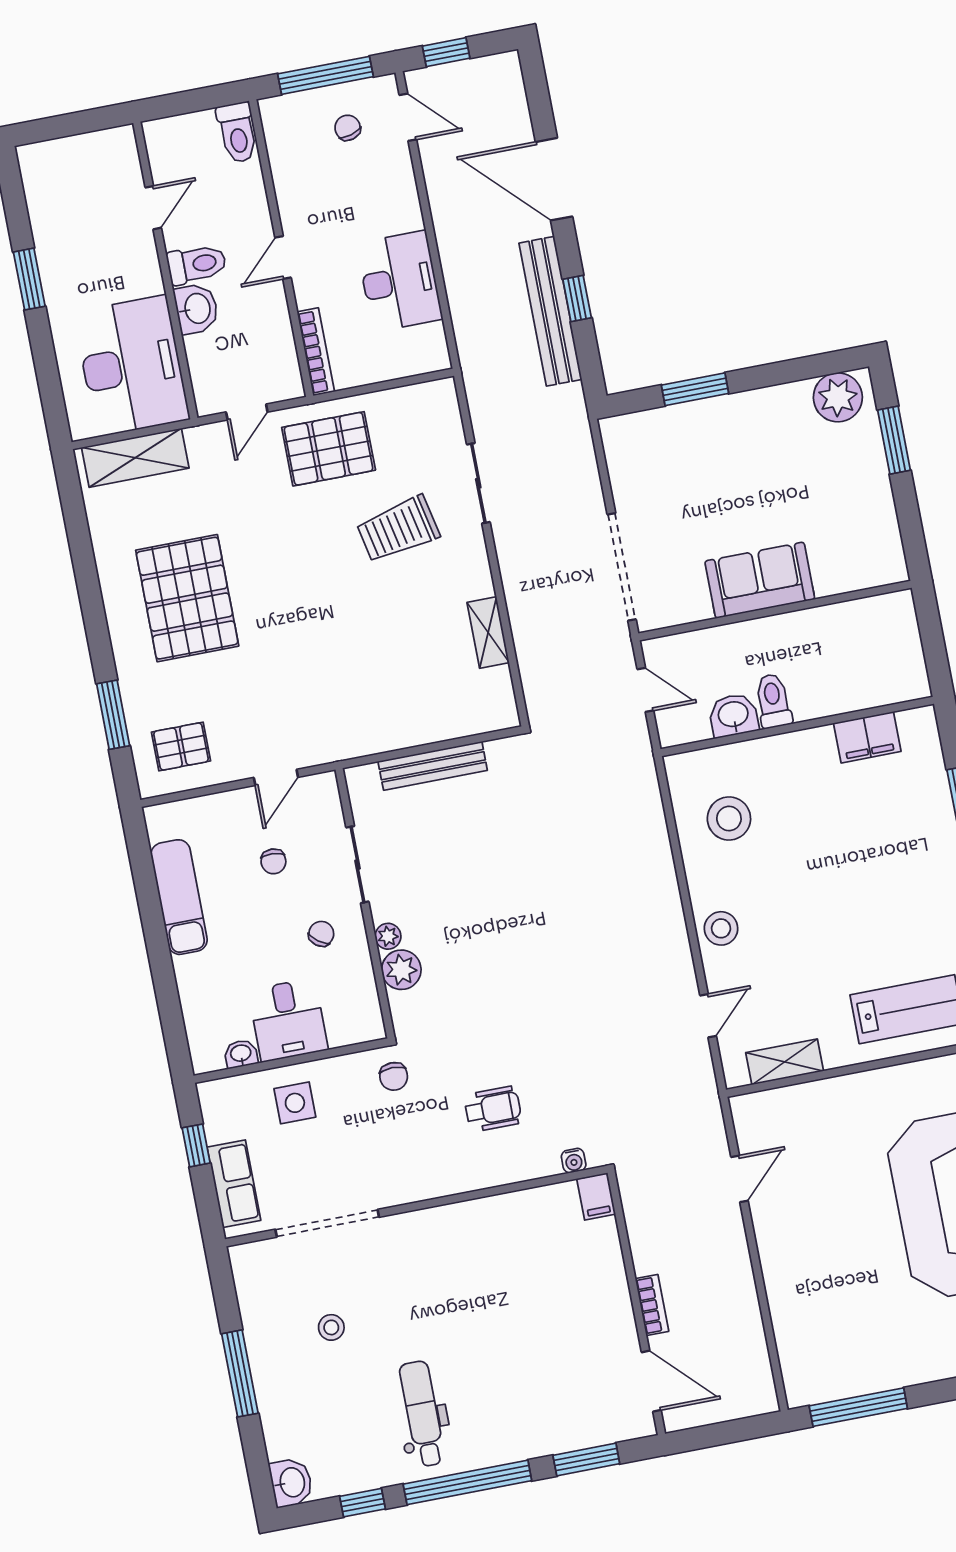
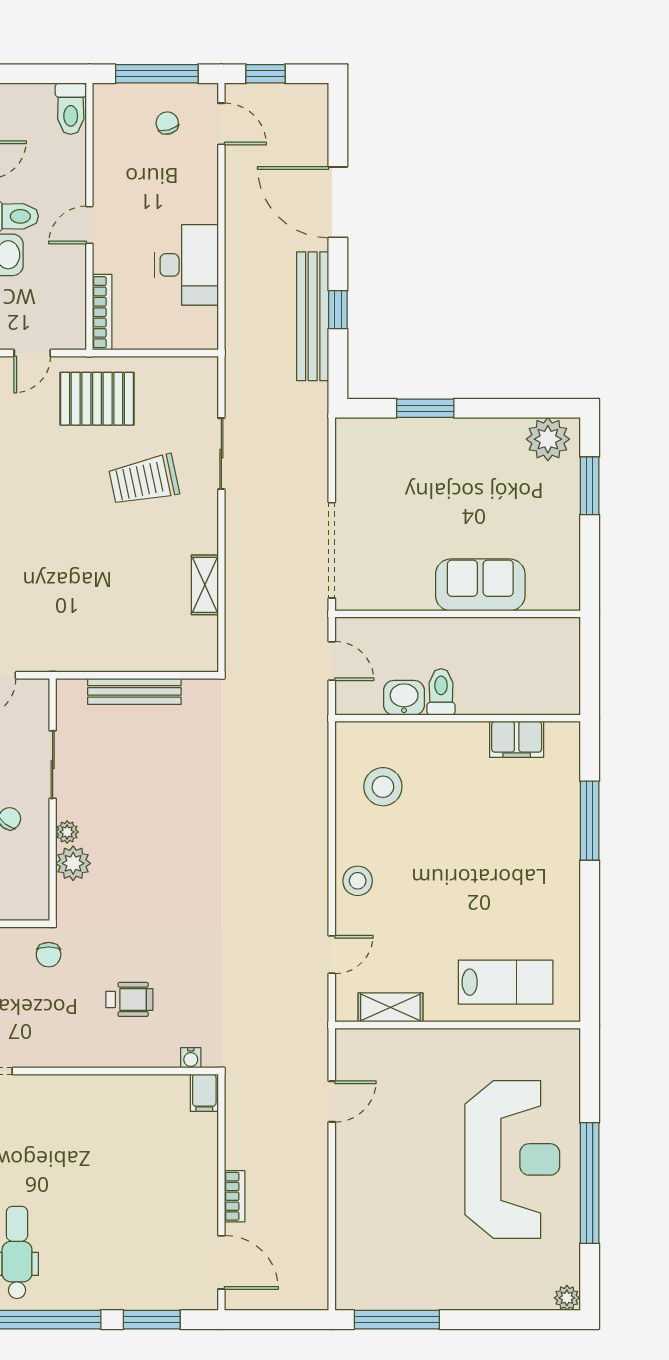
sofa: (760, 580) -> (480, 585), moved

